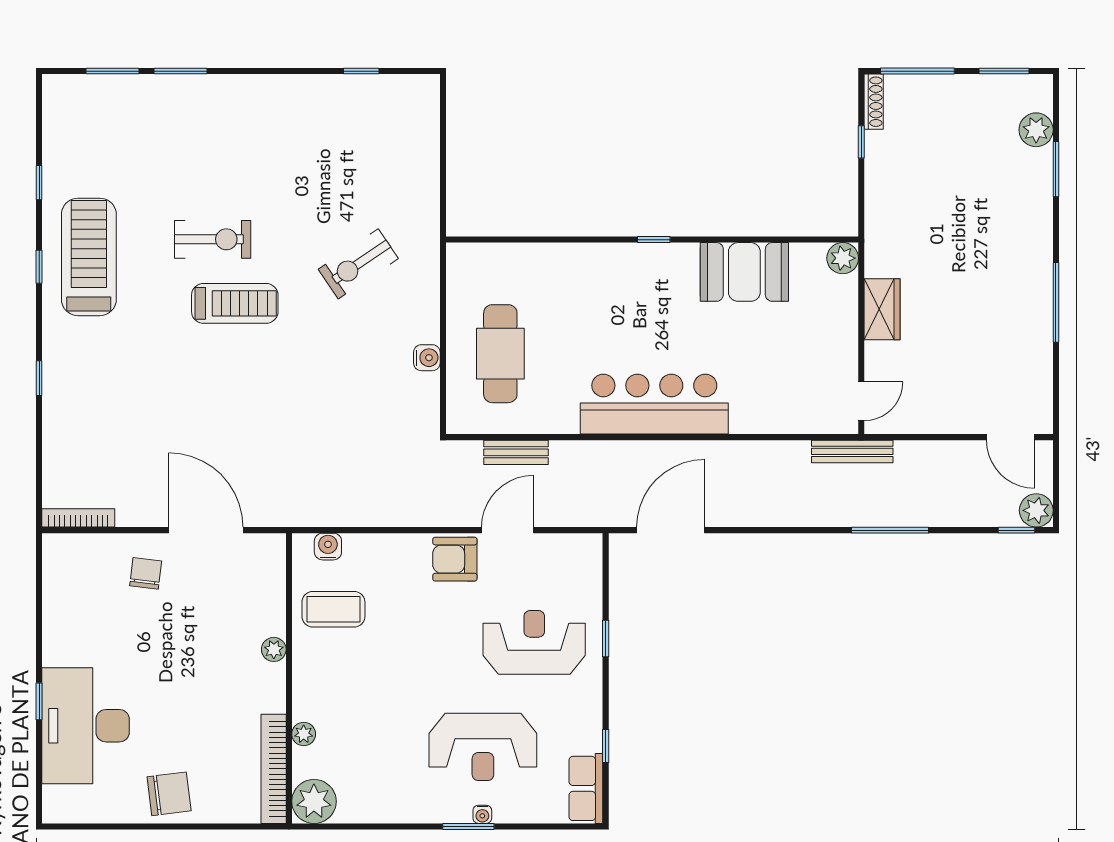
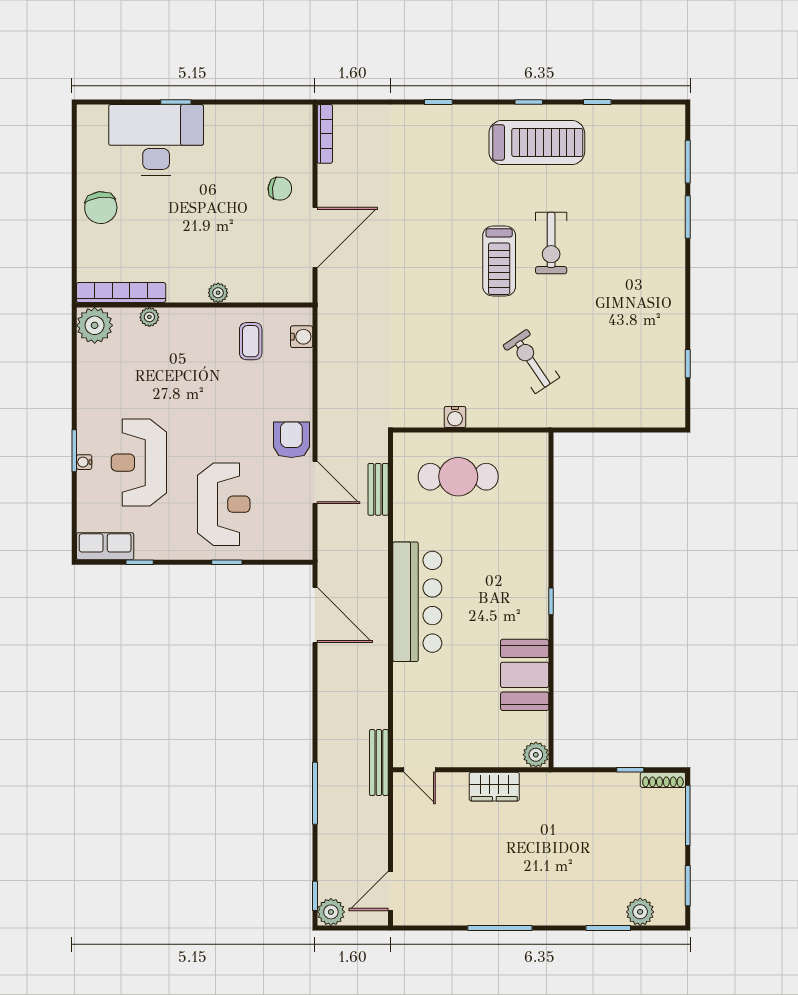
coffee table: (333, 609) -> (251, 341), width x0.73, depth x0.77

